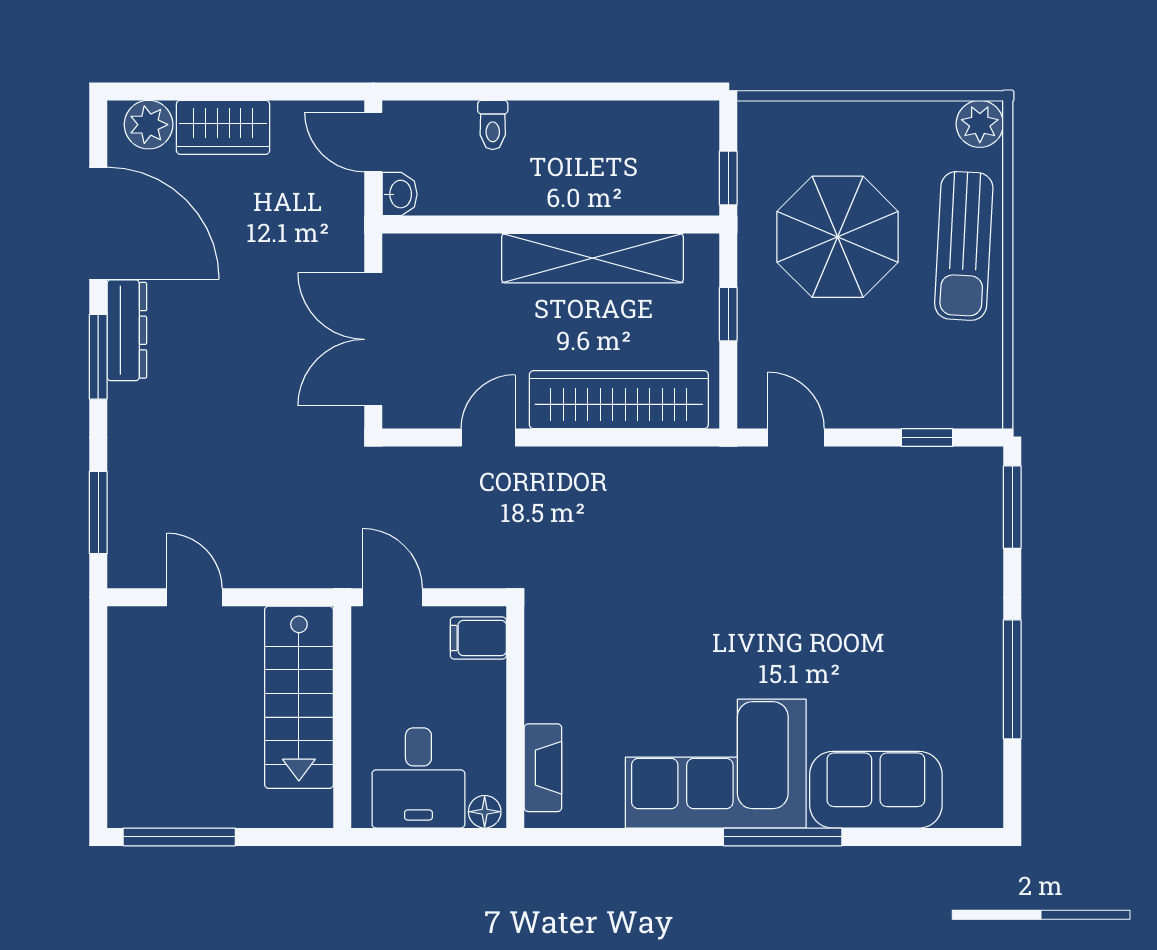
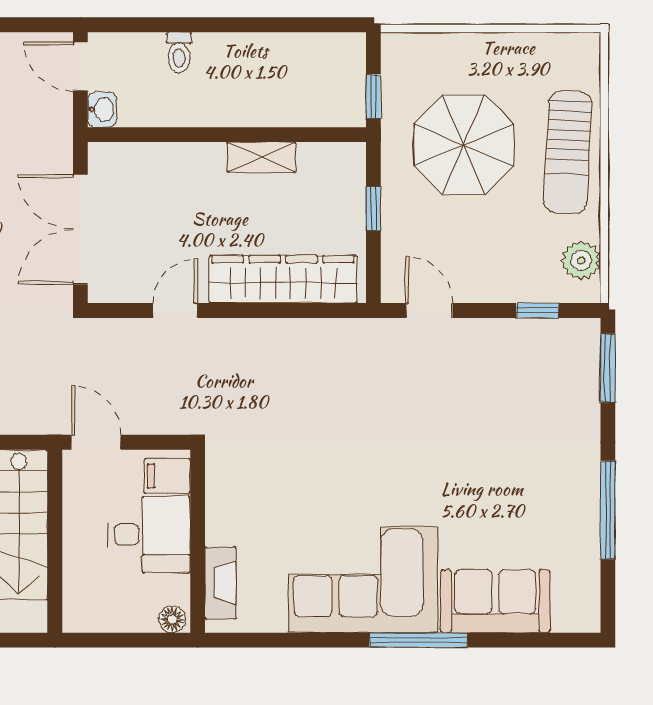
plant: (980, 124) -> (581, 260), moved
shelving: (592, 258) -> (261, 157), width x0.45, depth x0.75
desk: (418, 778) -> (149, 535), moved, turned -90

